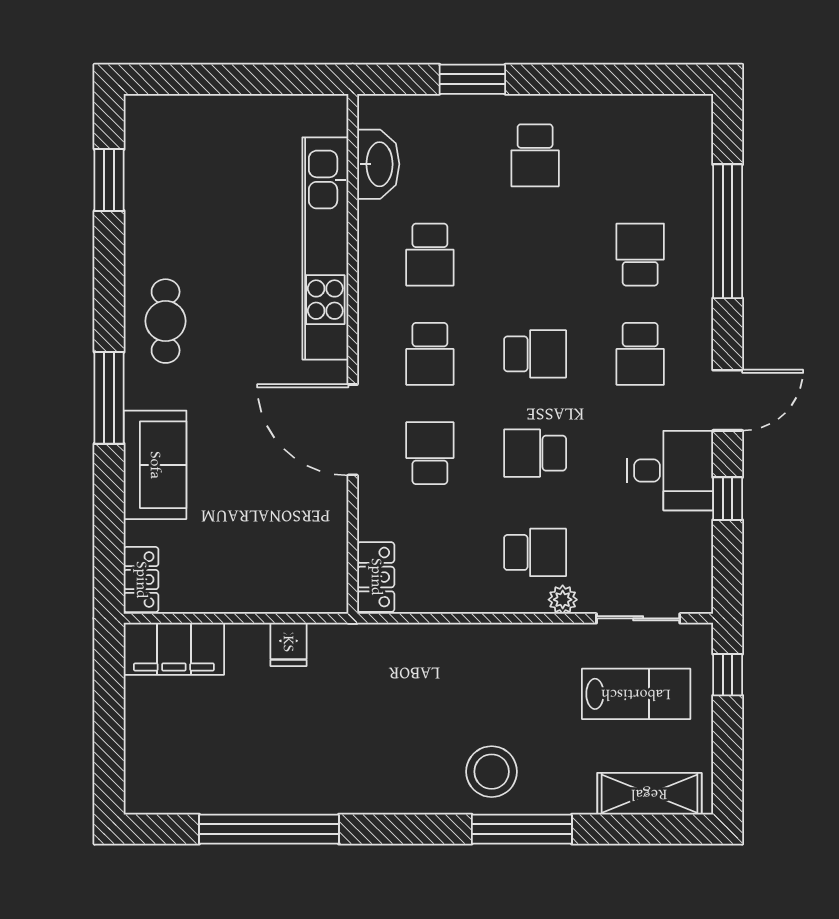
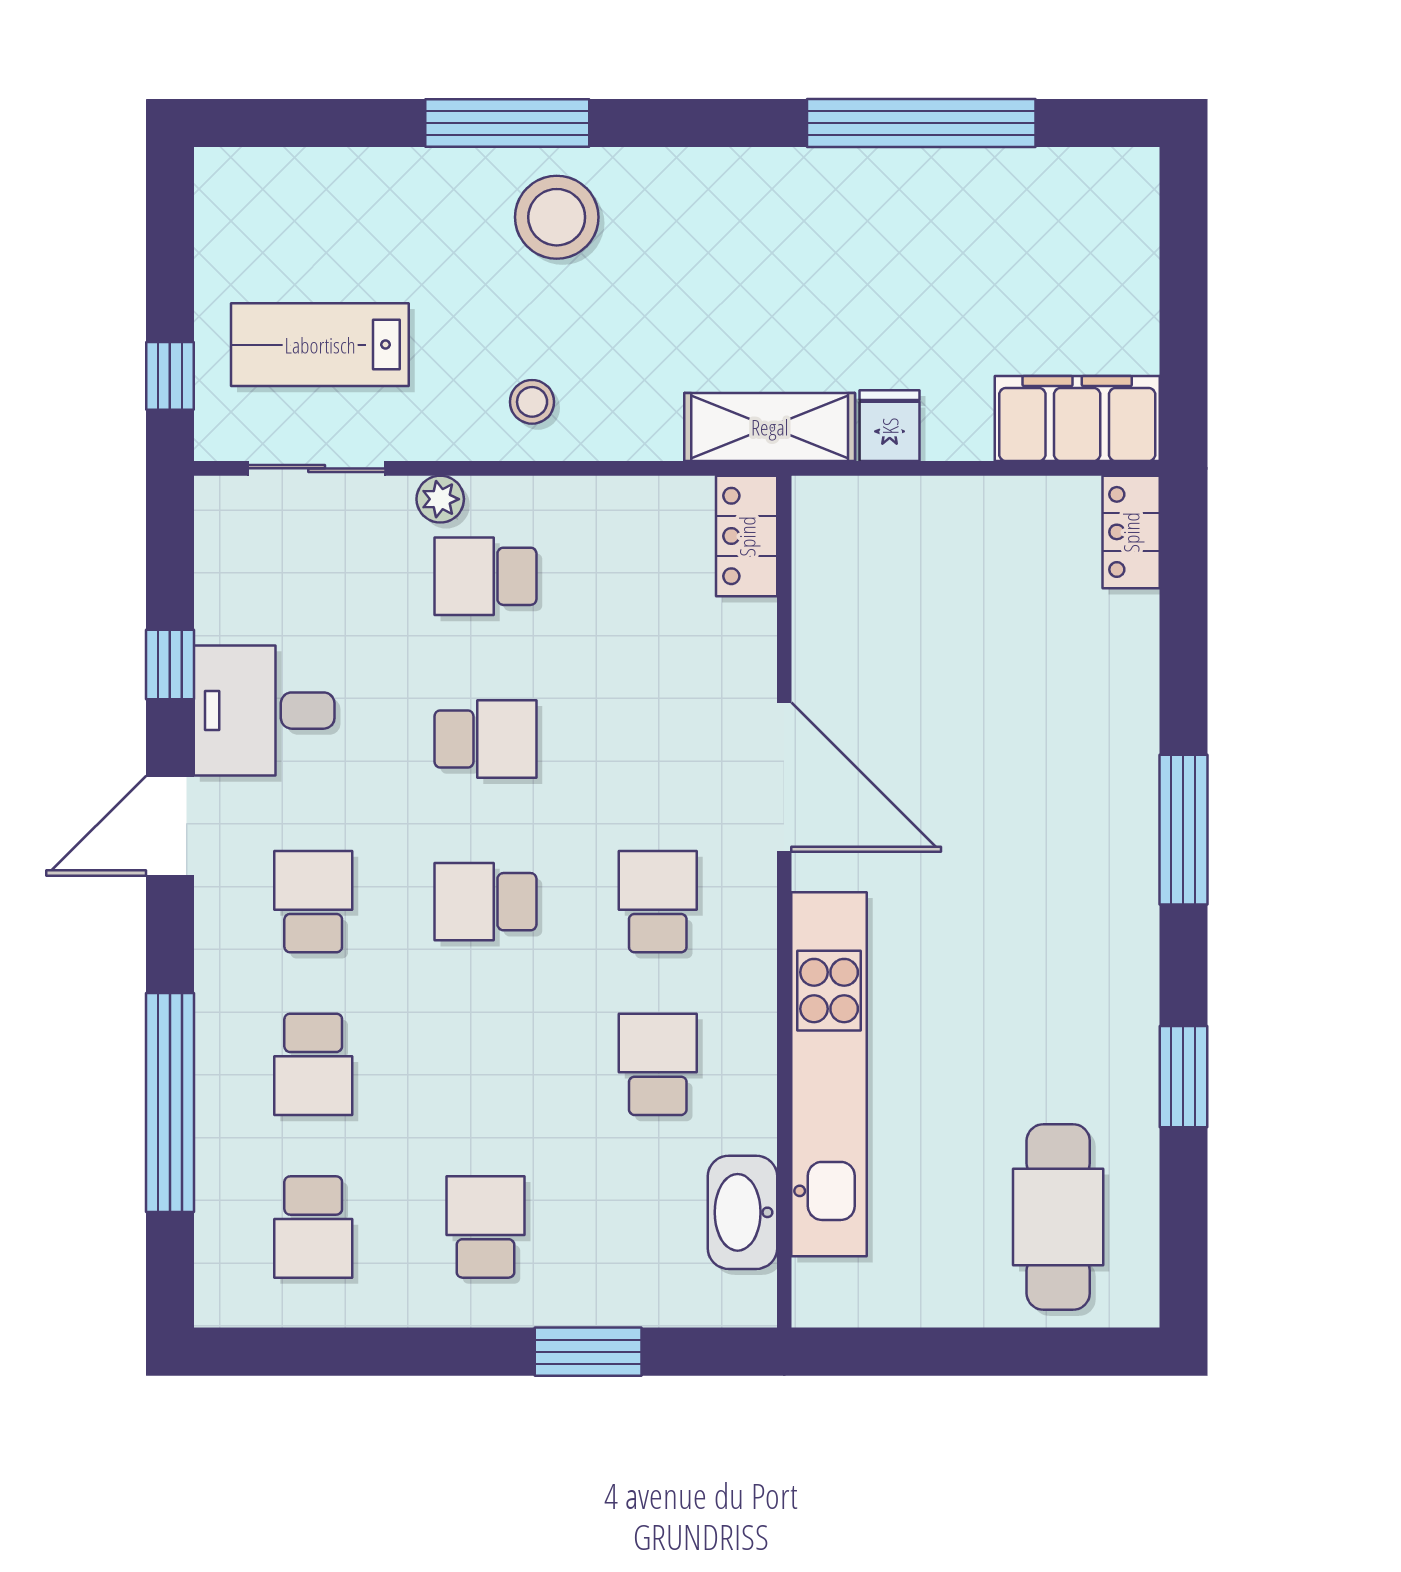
window: (109, 180) -> (1183, 1077), moved
cafe table: (166, 321) -> (1058, 1217), moved, width x1.37, depth x1.35
school desk: (430, 453) -> (313, 1227), moved
sofa: (155, 465) -> (1108, 720), removed
stool: (507, 659) -> (532, 402), added
shelving: (649, 794) -> (770, 427), moved

